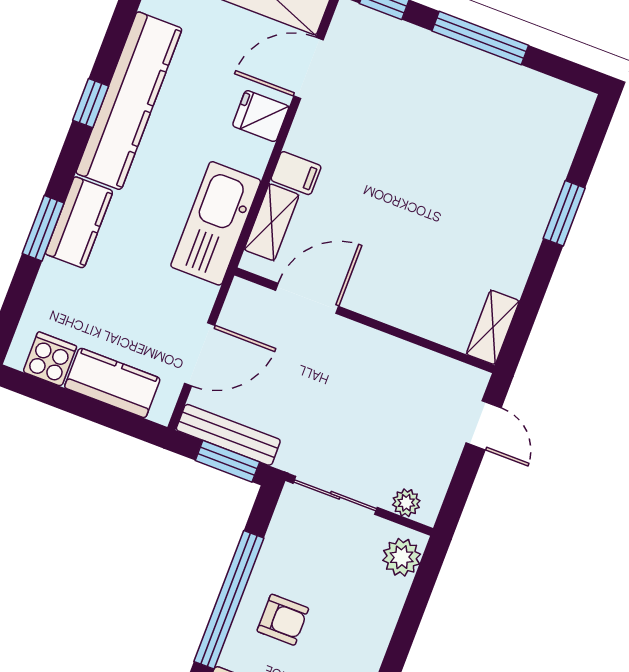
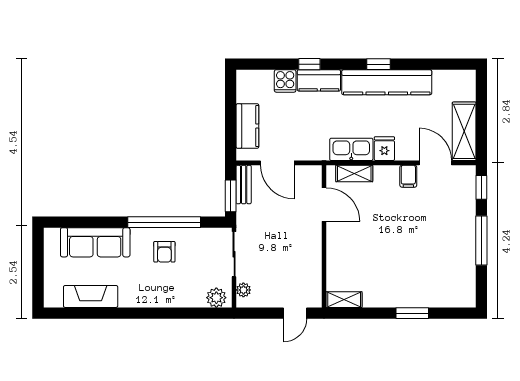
fridge: (261, 116) -> (384, 149), moved
filing cabinet: (296, 173) -> (408, 176), moved
kitchen sink: (216, 223) -> (351, 149), width x0.73, depth x0.81
window: (43, 228) -> (309, 64), width x0.67
cooker: (50, 359) -> (285, 81), moved, turned 90
bench: (228, 435) -> (244, 184), width x0.73

